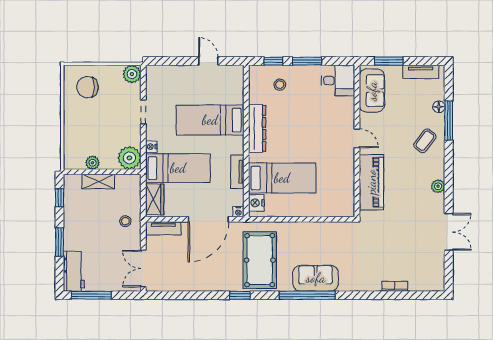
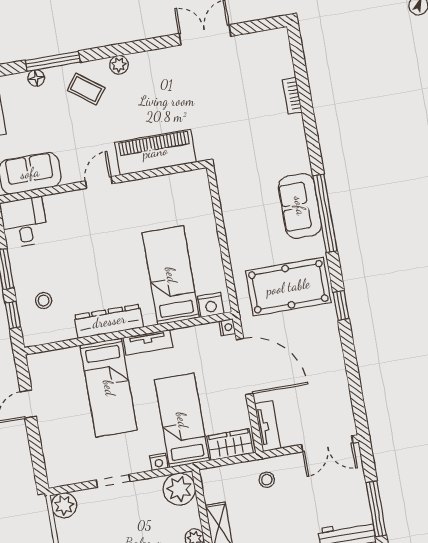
tv unit: (237, 172) -> (148, 342), moved
plant: (438, 186) -> (119, 65), moved

